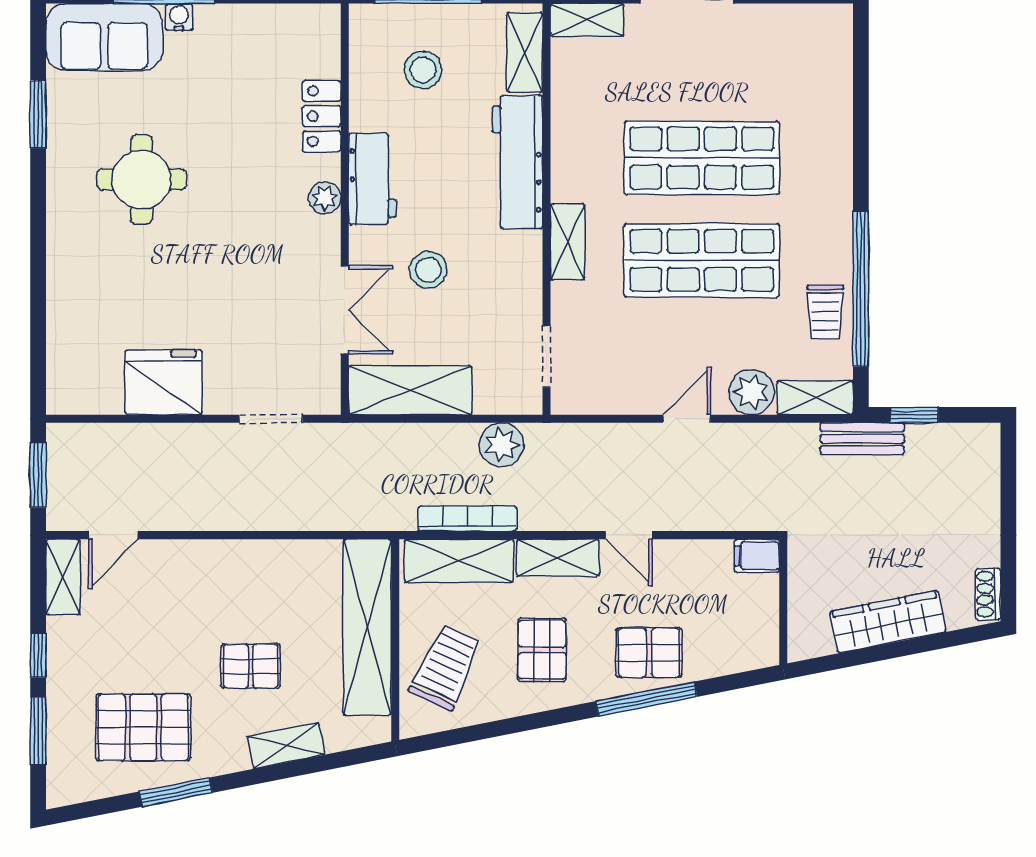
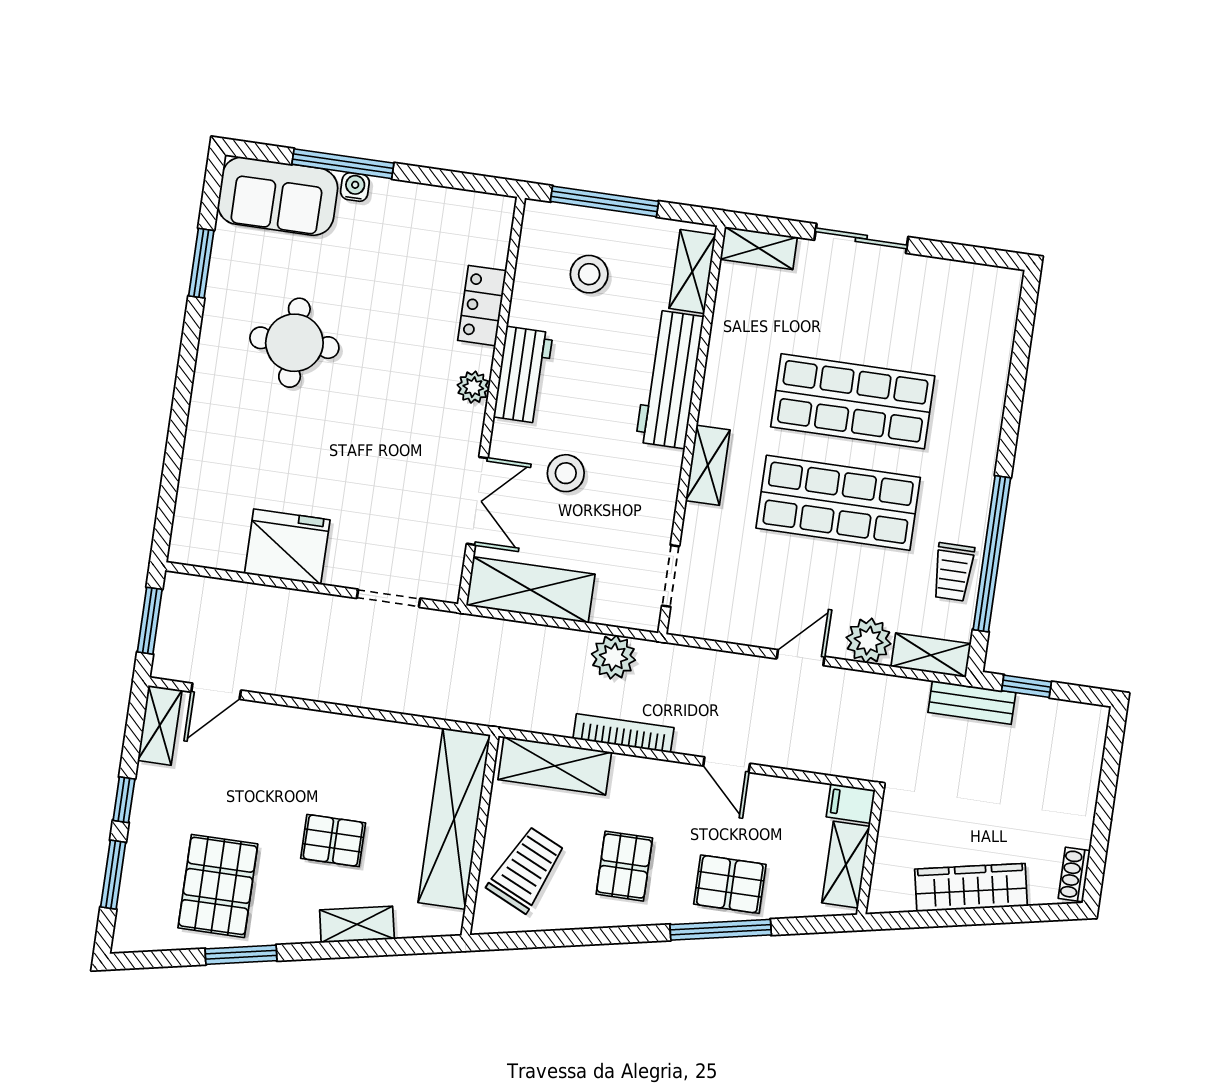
bookcase: (468, 519) -> (623, 733), moved
shelving: (558, 558) -> (846, 865), moved, turned 90
pallet: (143, 727) -> (218, 886), turned 90

